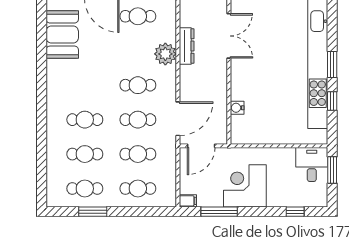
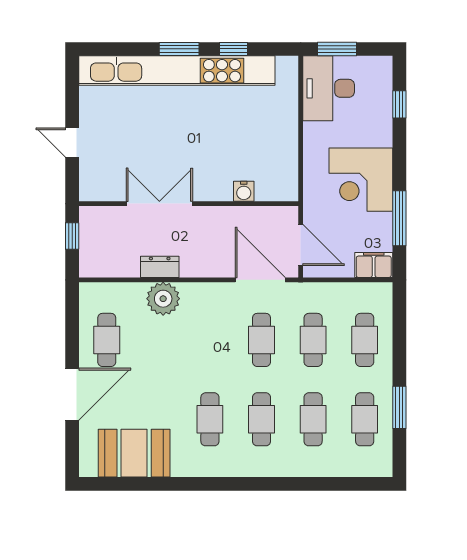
double door: (229, 36) -> (159, 204), moved
dresser: (187, 46) -> (160, 267), width x0.70
cafe table: (138, 85) -> (210, 419), moved
desk: (312, 164) -> (329, 88), width x1.37
filing cabinet: (188, 201) -> (374, 265), width x2.00

